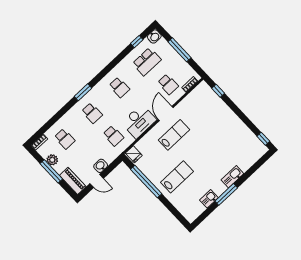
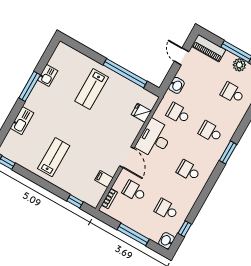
school desk: (147, 62) -> (166, 210), width x0.54
filing cabinet: (189, 102) -> (104, 179), added
lab bench: (174, 135) -> (54, 157), moved, turned 180
fridge: (134, 154) -> (141, 113), moved
washbasin: (101, 166) -> (176, 85), moved
kitchen sink: (232, 177) -> (22, 121), moved
door: (97, 181) -> (182, 56), hinge flipped

